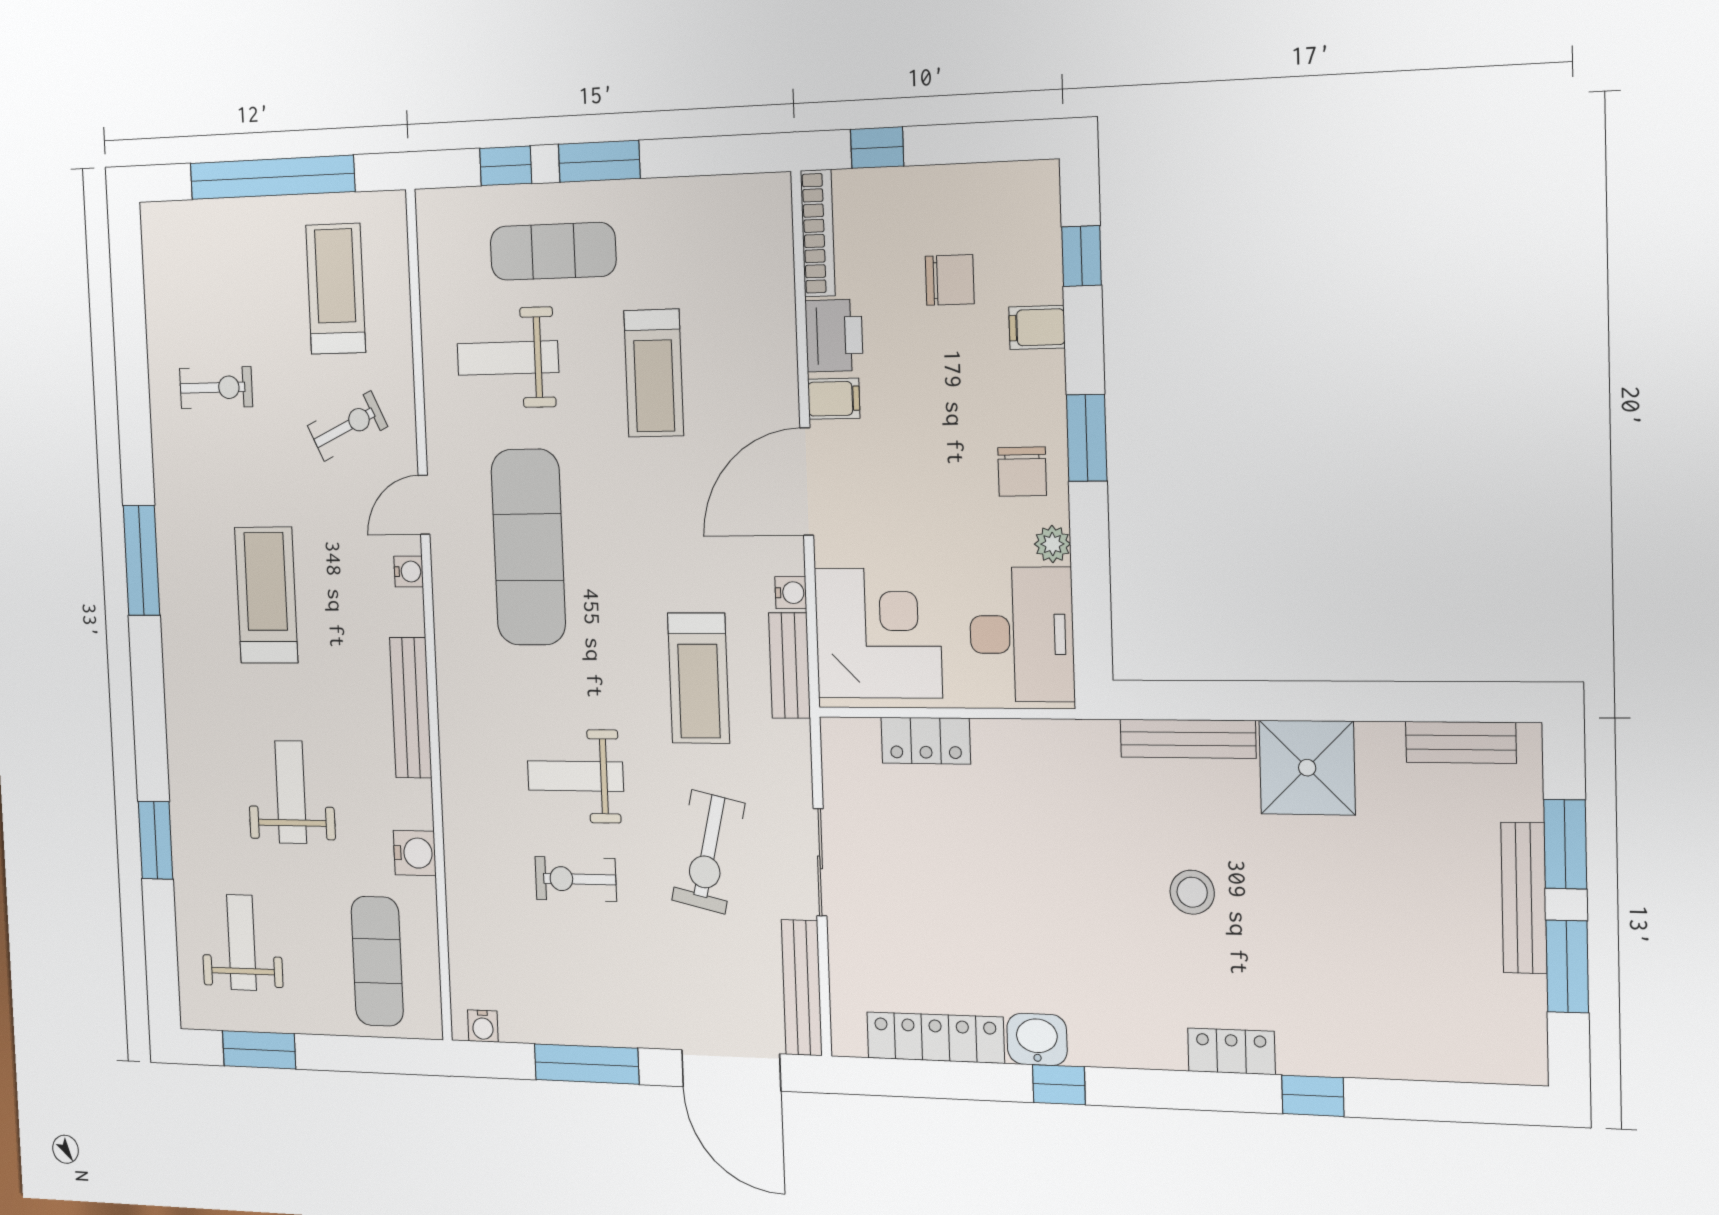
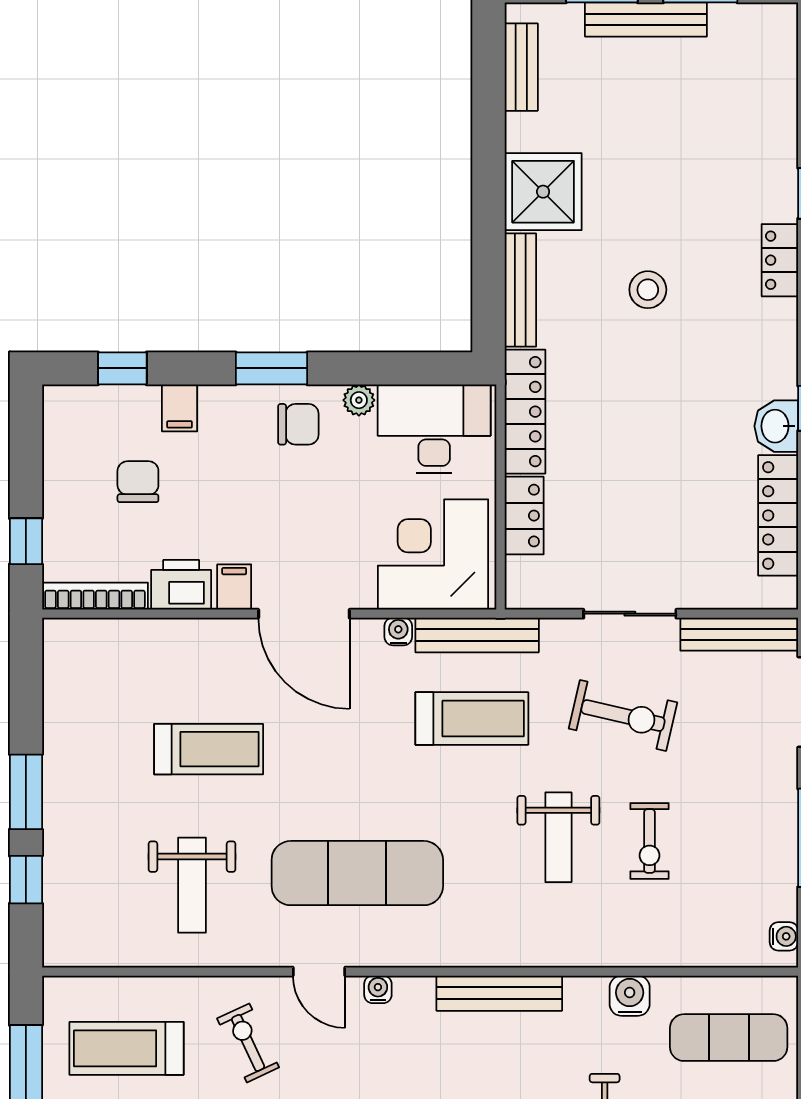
exercise mat: (553, 251) -> (101, 838), removed
bench: (789, 665) -> (477, 635), width x1.36
locker: (1045, 743) -> (525, 412), added

